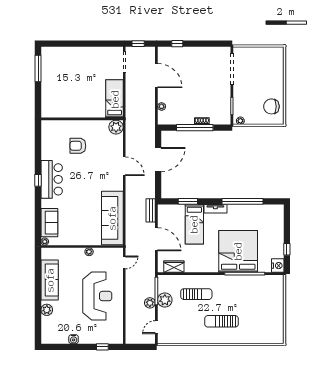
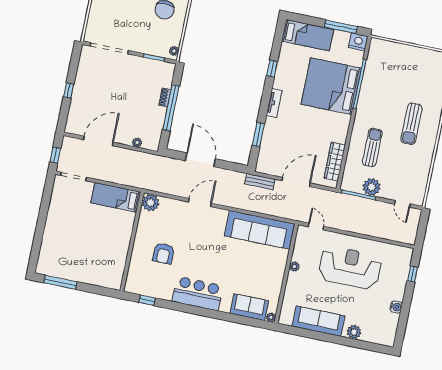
window: (177, 44) -> (69, 90), moved
window: (38, 180) -> (147, 300), moved
window: (242, 201) -> (272, 69), width x0.32
bed: (194, 224) -> (308, 35), moved
window: (287, 249) -> (341, 27), width x2.17
wardrobe: (174, 267) -> (335, 162), width x1.50
plant: (150, 303) -> (371, 206), removed

